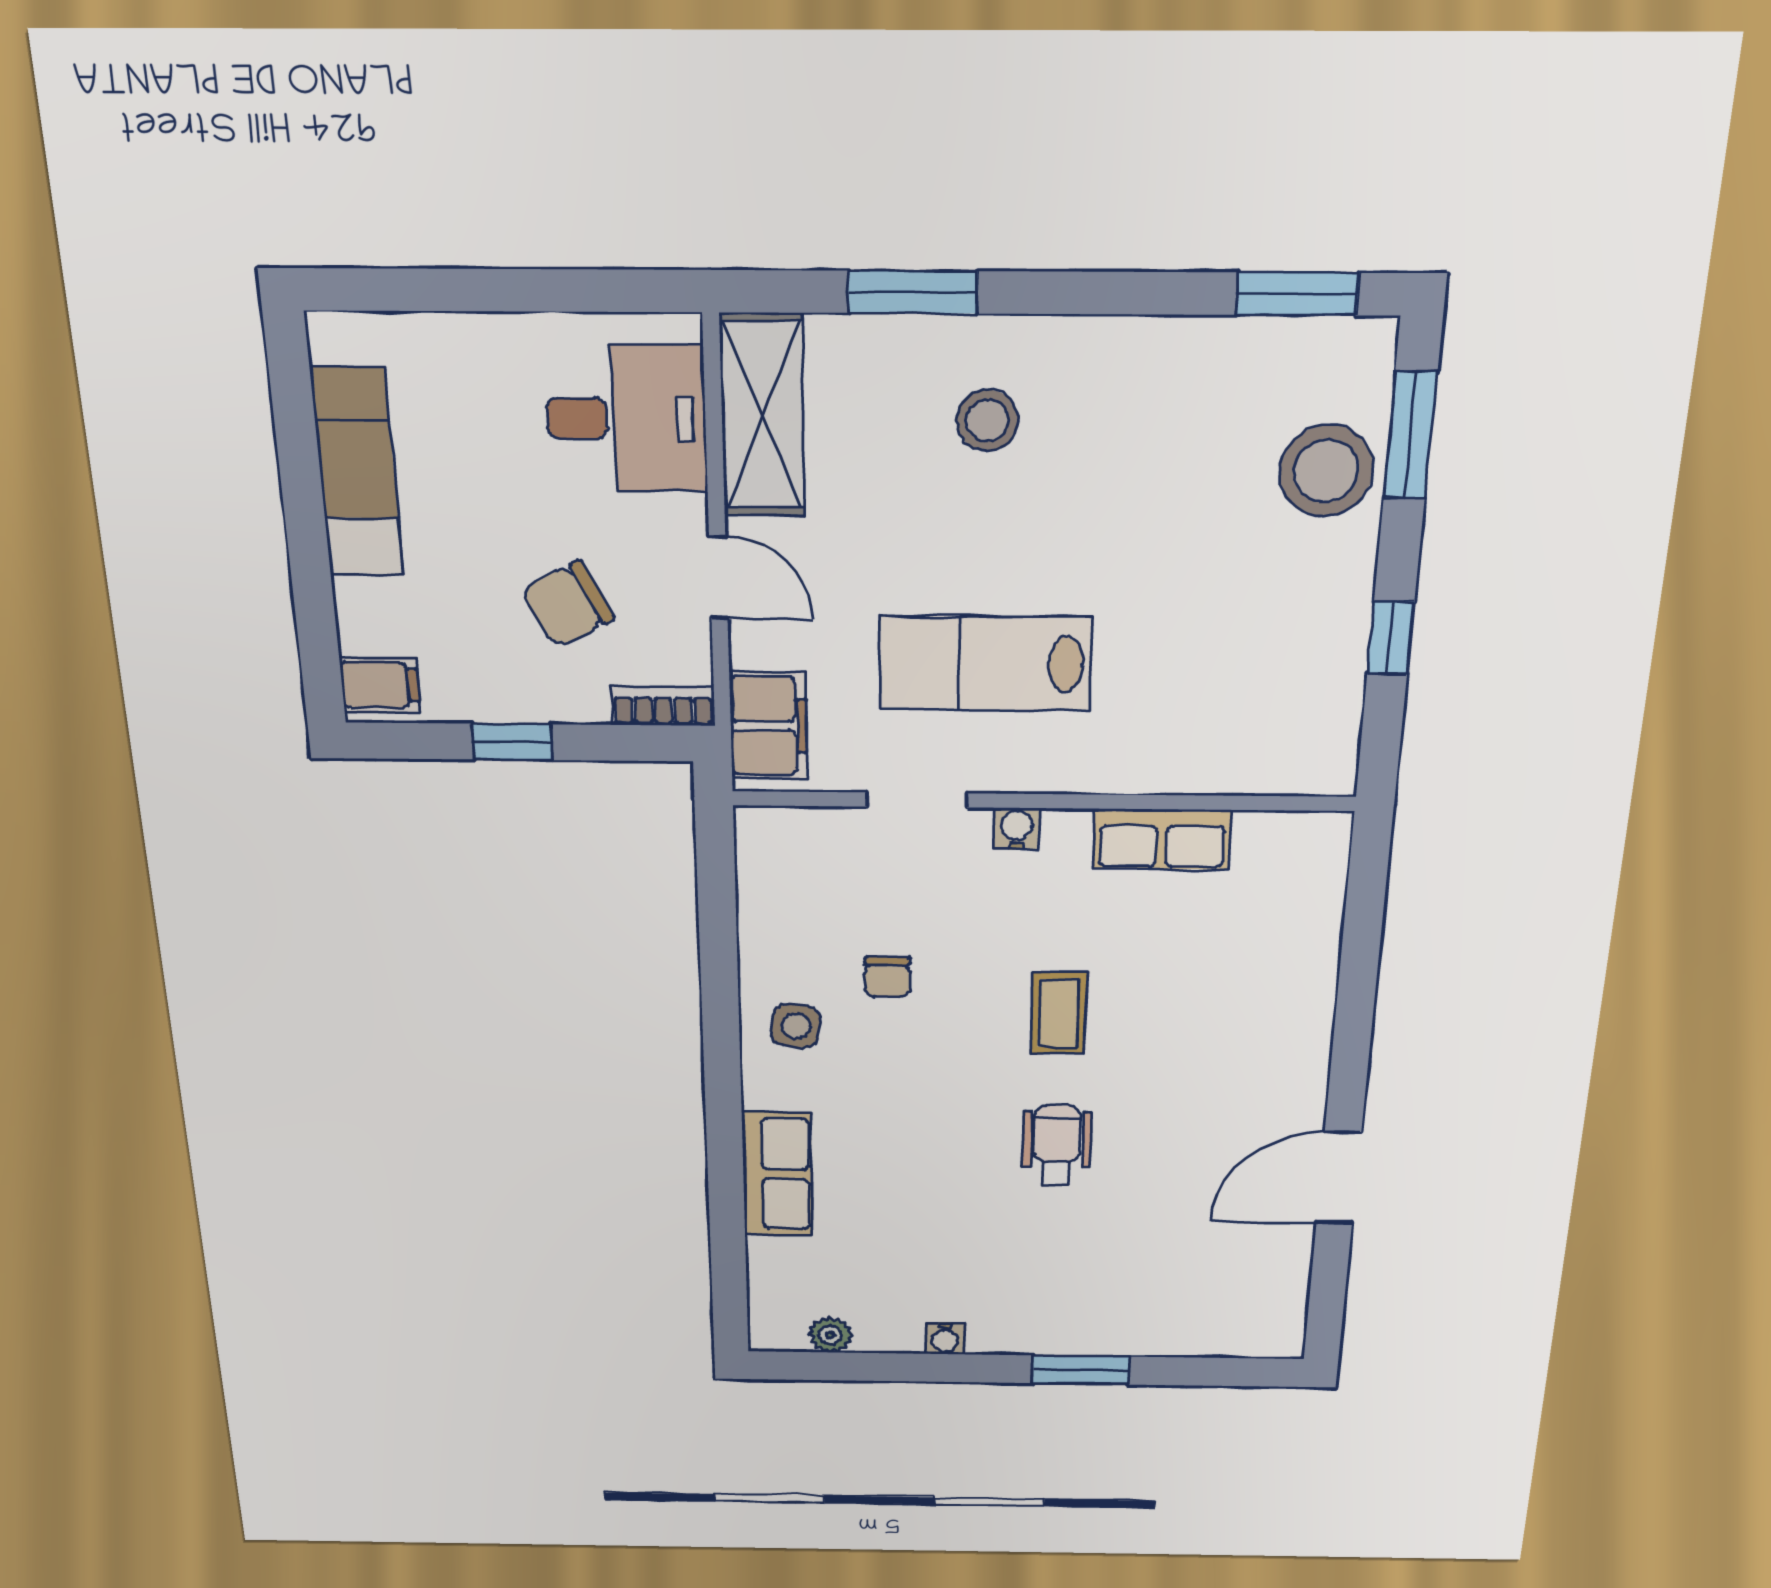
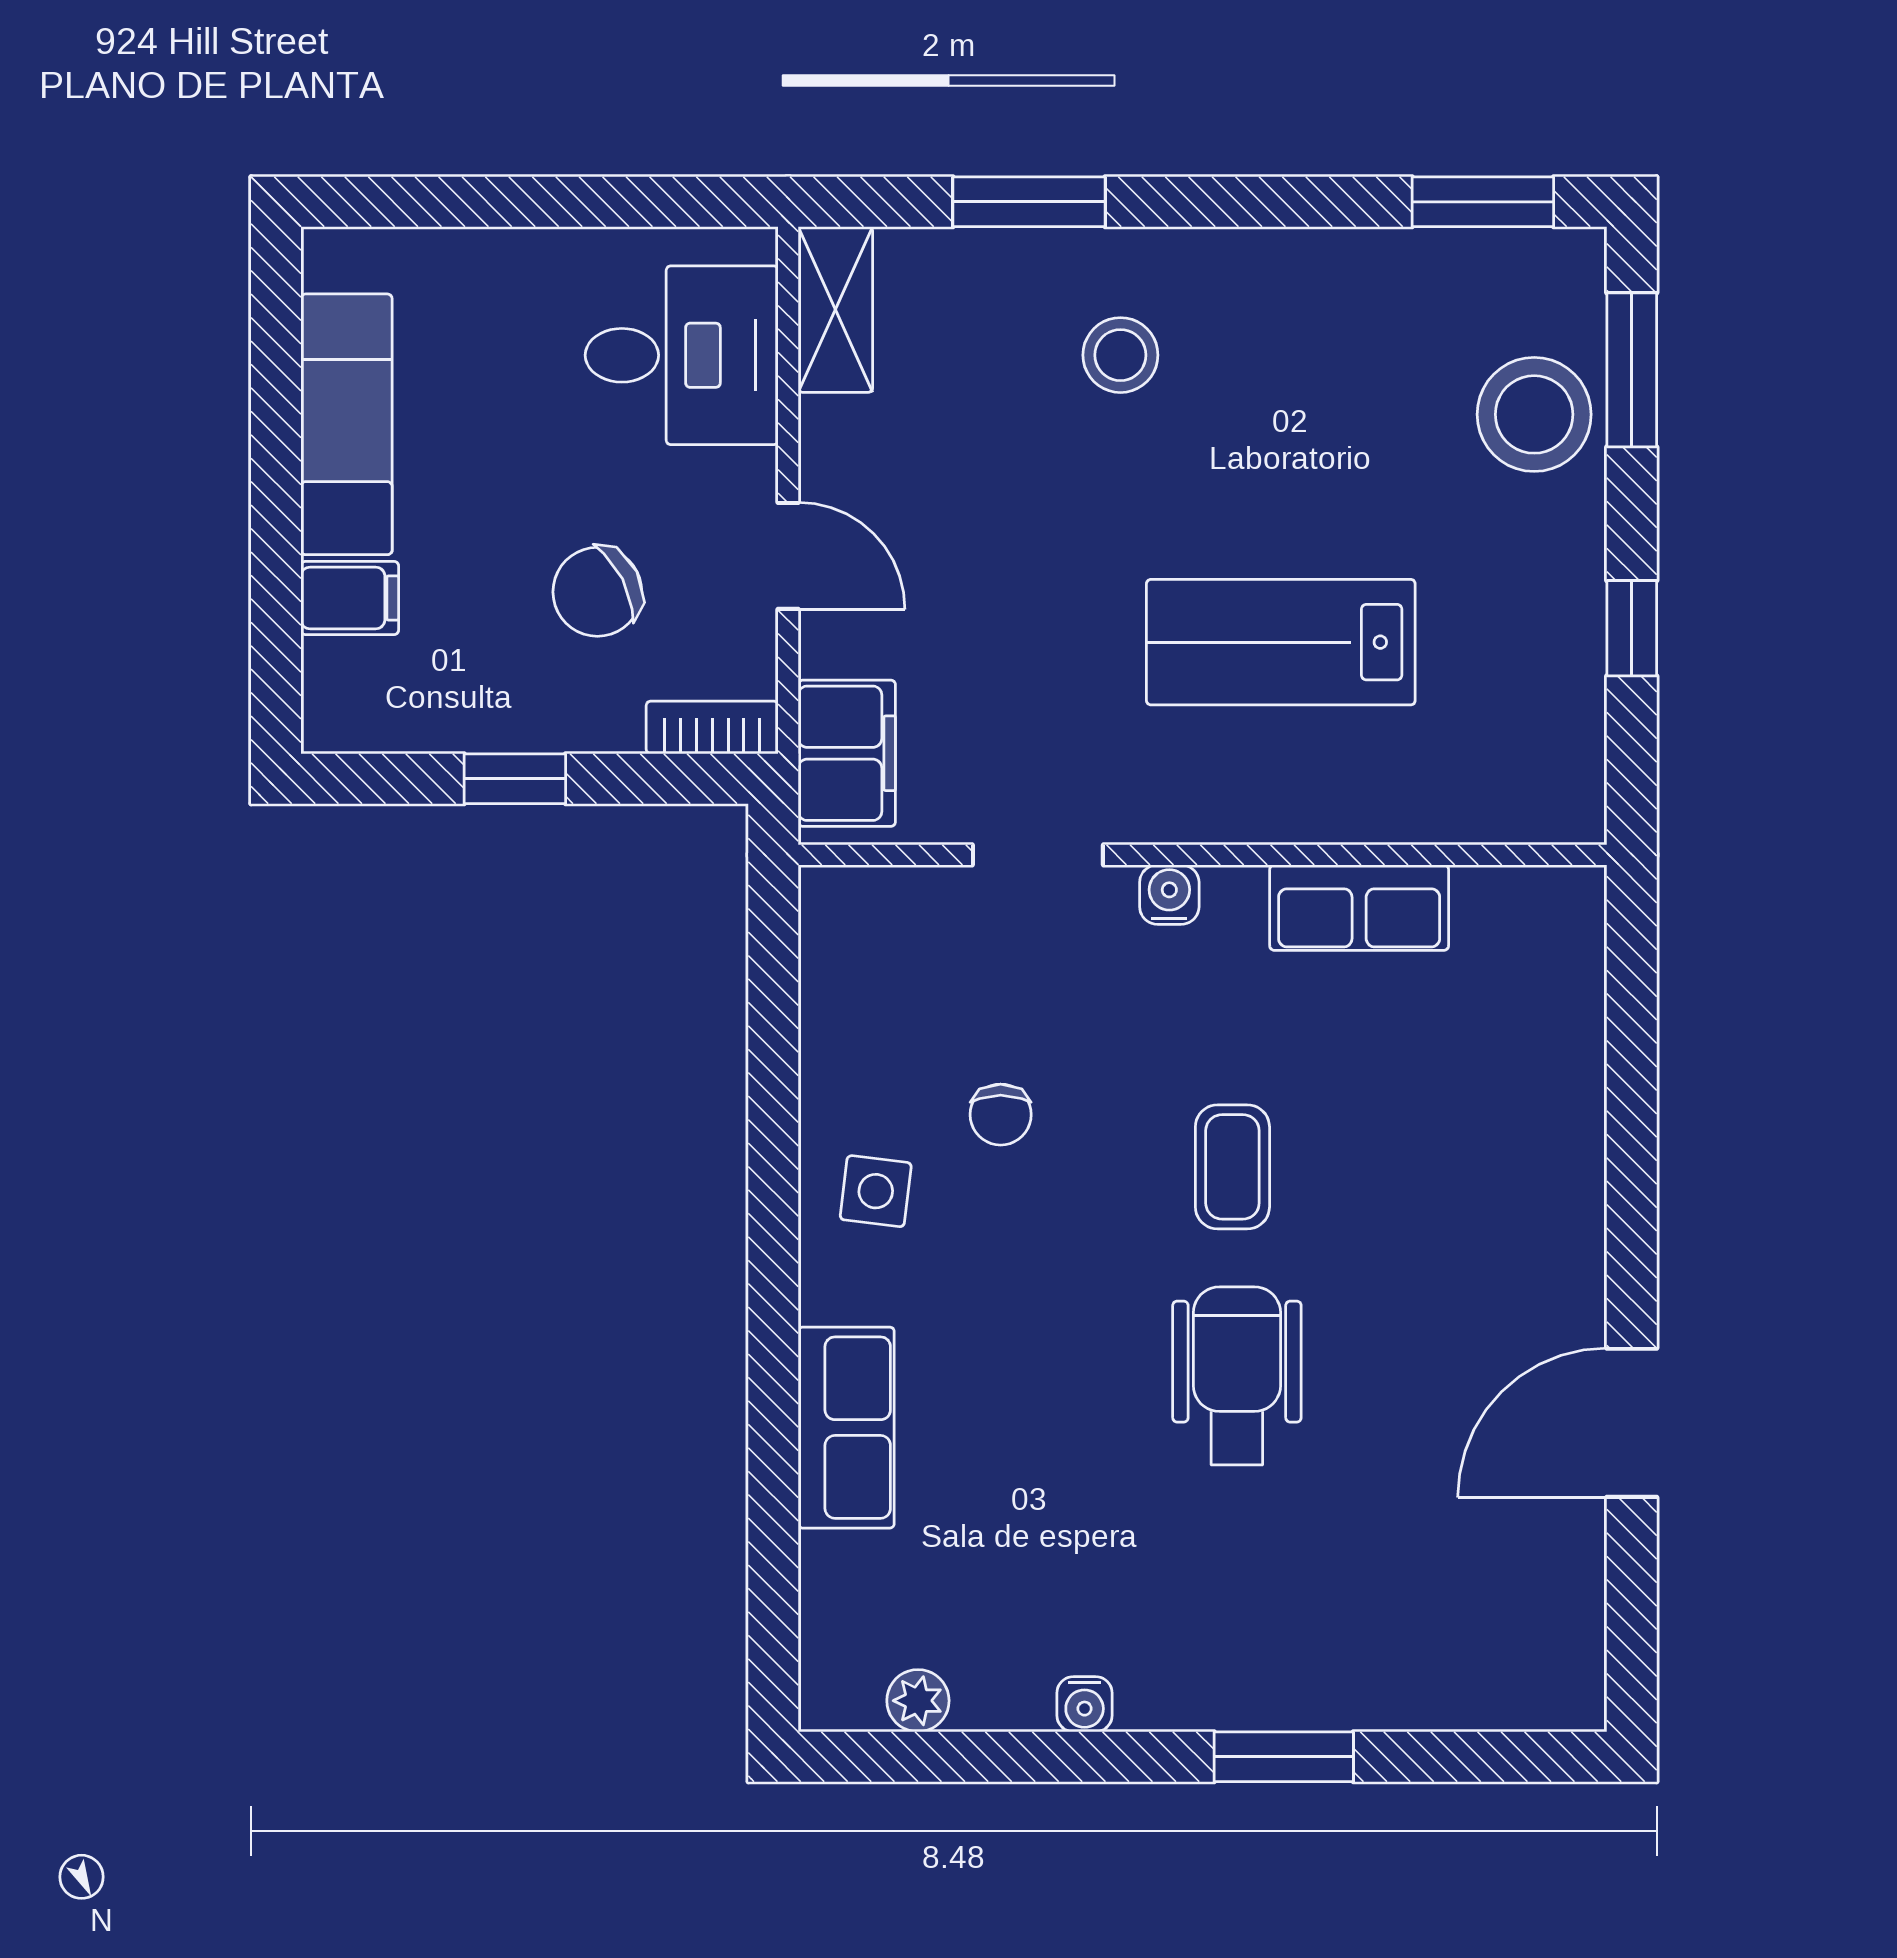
shelving: (763, 416) -> (835, 310), width x0.67, depth x0.75
lab bench: (985, 663) -> (1281, 642), moved
filing cabinet: (380, 685) -> (350, 598), moved
wheelchair: (1057, 1146) -> (1237, 1376), width x1.36, depth x1.37

